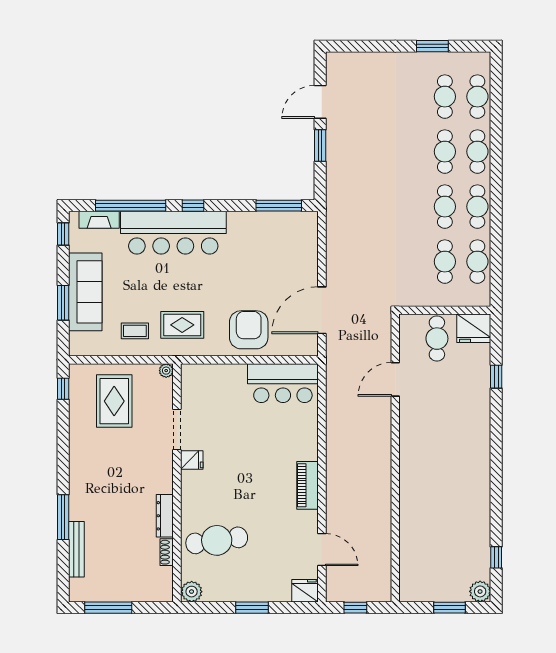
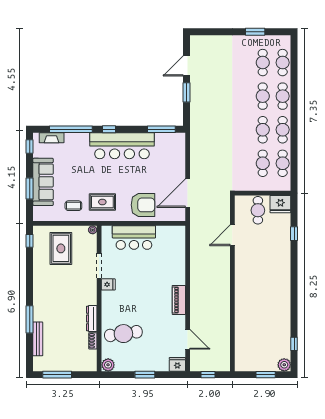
bar counter: (173, 233) -> (122, 146), moved
armchair: (249, 330) -> (143, 205), turned 90
bar counter: (283, 383) -> (134, 238), moved

